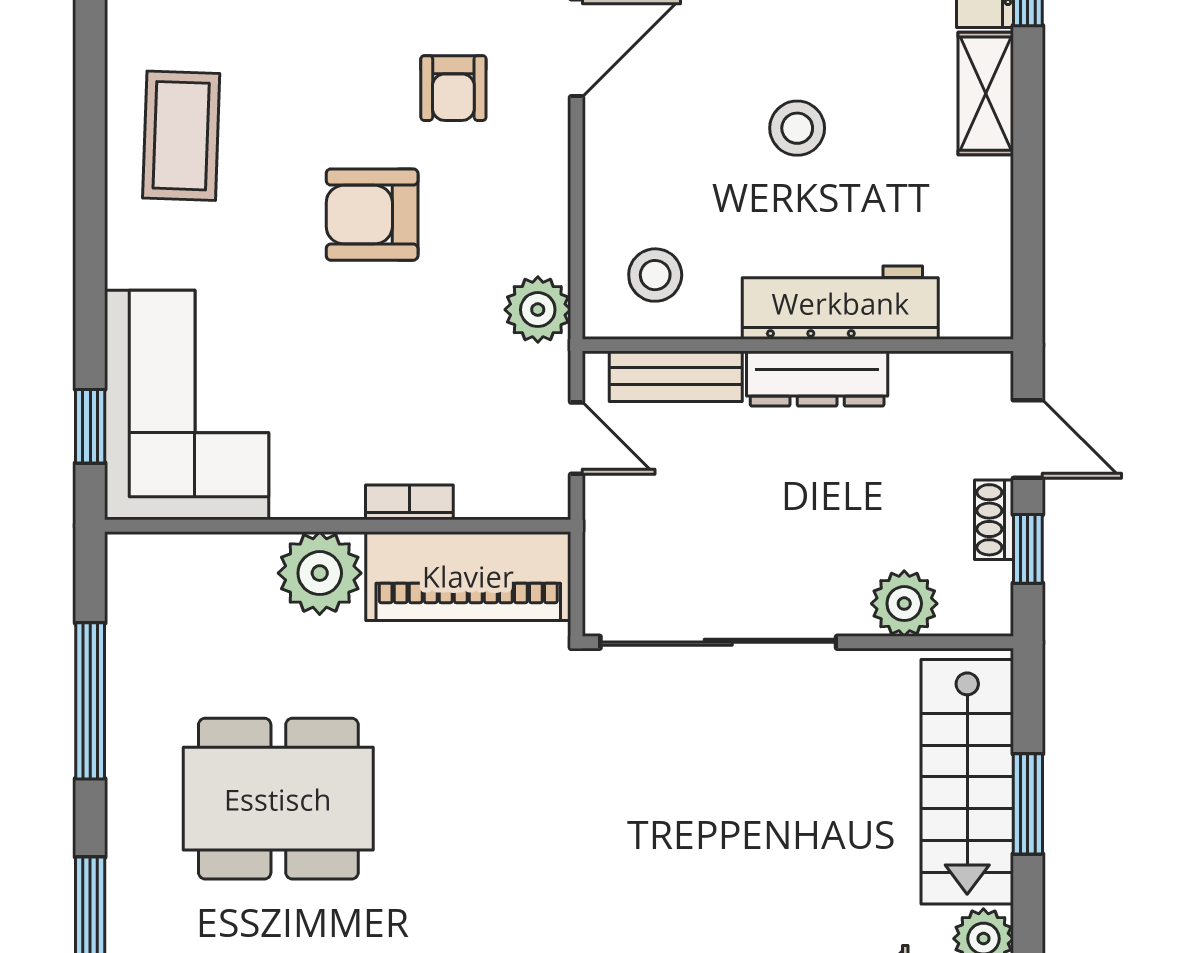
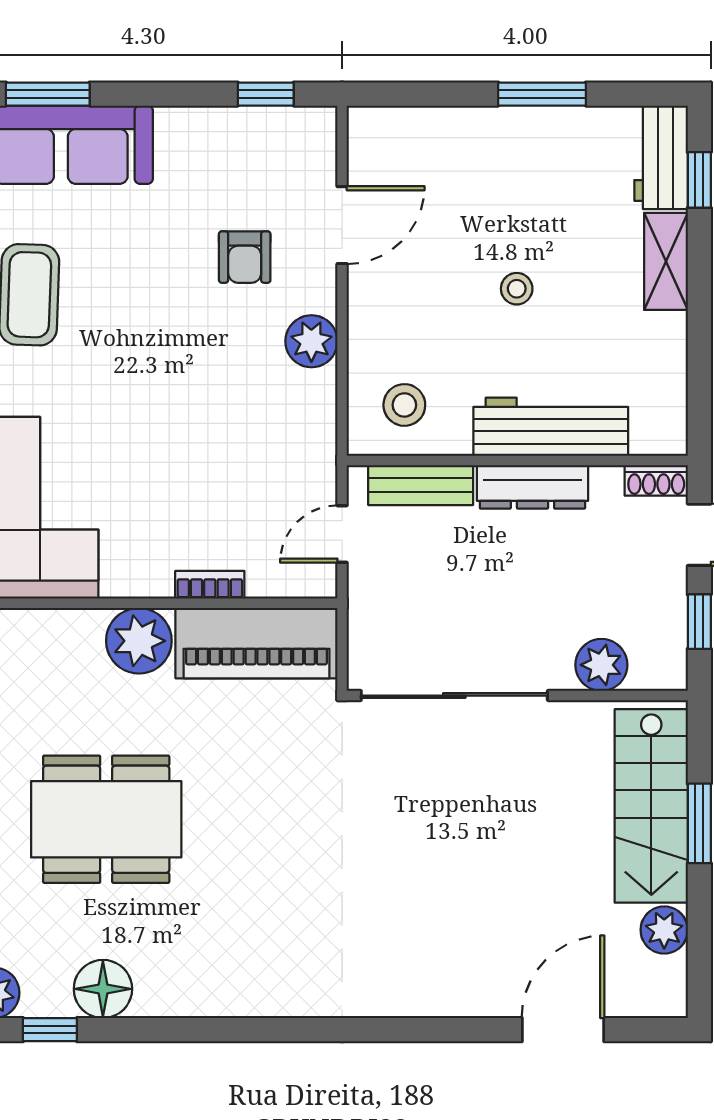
stool: (797, 128) -> (517, 289), width x0.73, depth x0.73
armchair: (372, 215) -> (180, 357), removed
plant: (538, 310) -> (311, 341), moved
door: (577, 438) -> (342, 534), swing flipped
shoe rack: (994, 520) -> (656, 480), moved, turned -90

